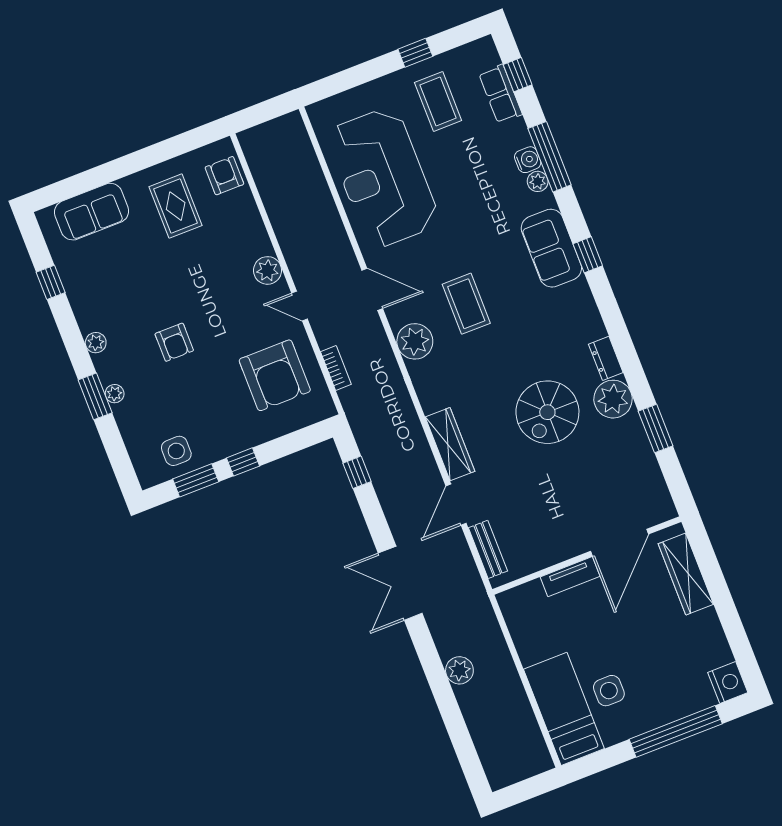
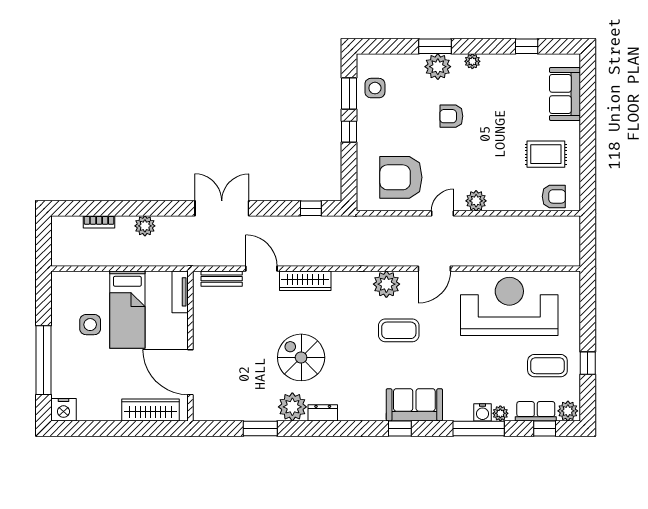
plant: (485, 54) -> (568, 411), added
plant: (538, 181) -> (500, 413), moved
bookcase: (336, 368) -> (99, 222), moved
plant: (115, 394) -> (438, 67), width x1.88, depth x1.88
tv unit: (570, 577) -> (180, 292), moved
bed: (564, 709) -> (127, 310), moved, turned 90

